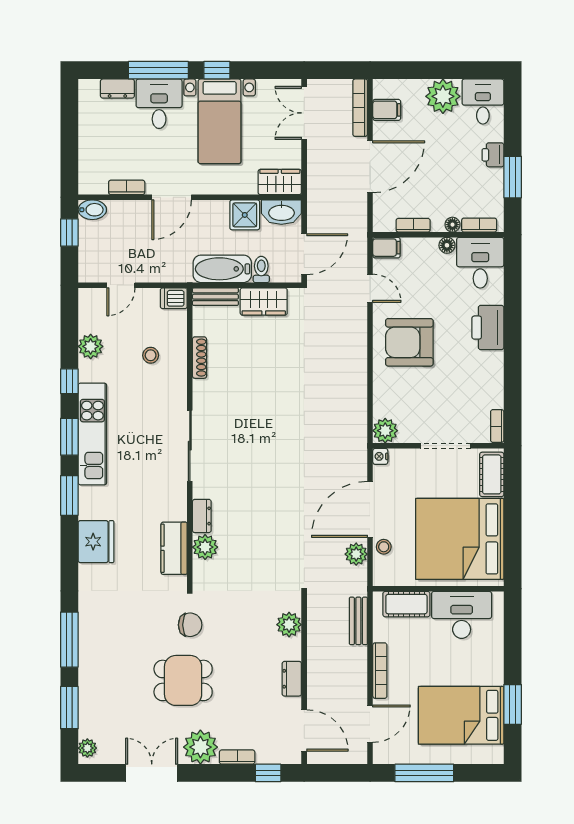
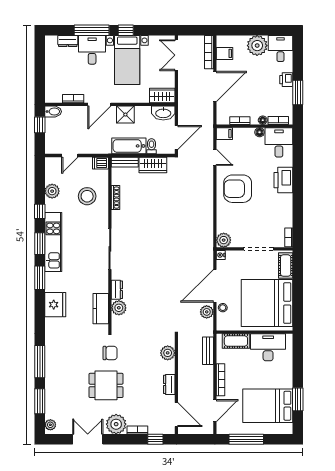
shower: (245, 215) -> (125, 115), moved
stool: (151, 355) -> (87, 196), width x1.89, depth x1.89

